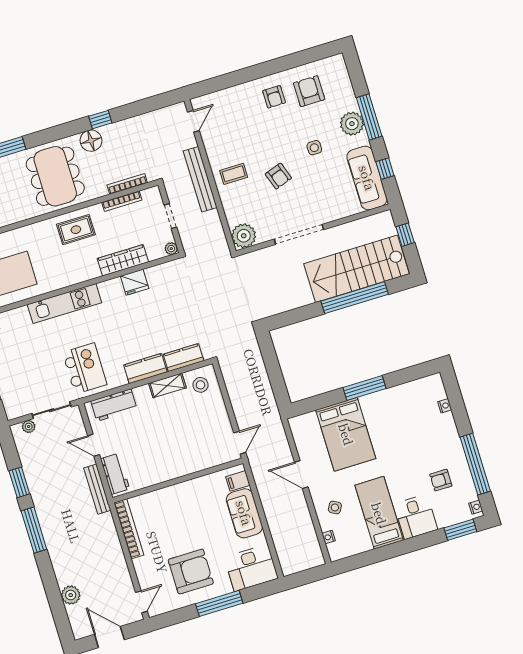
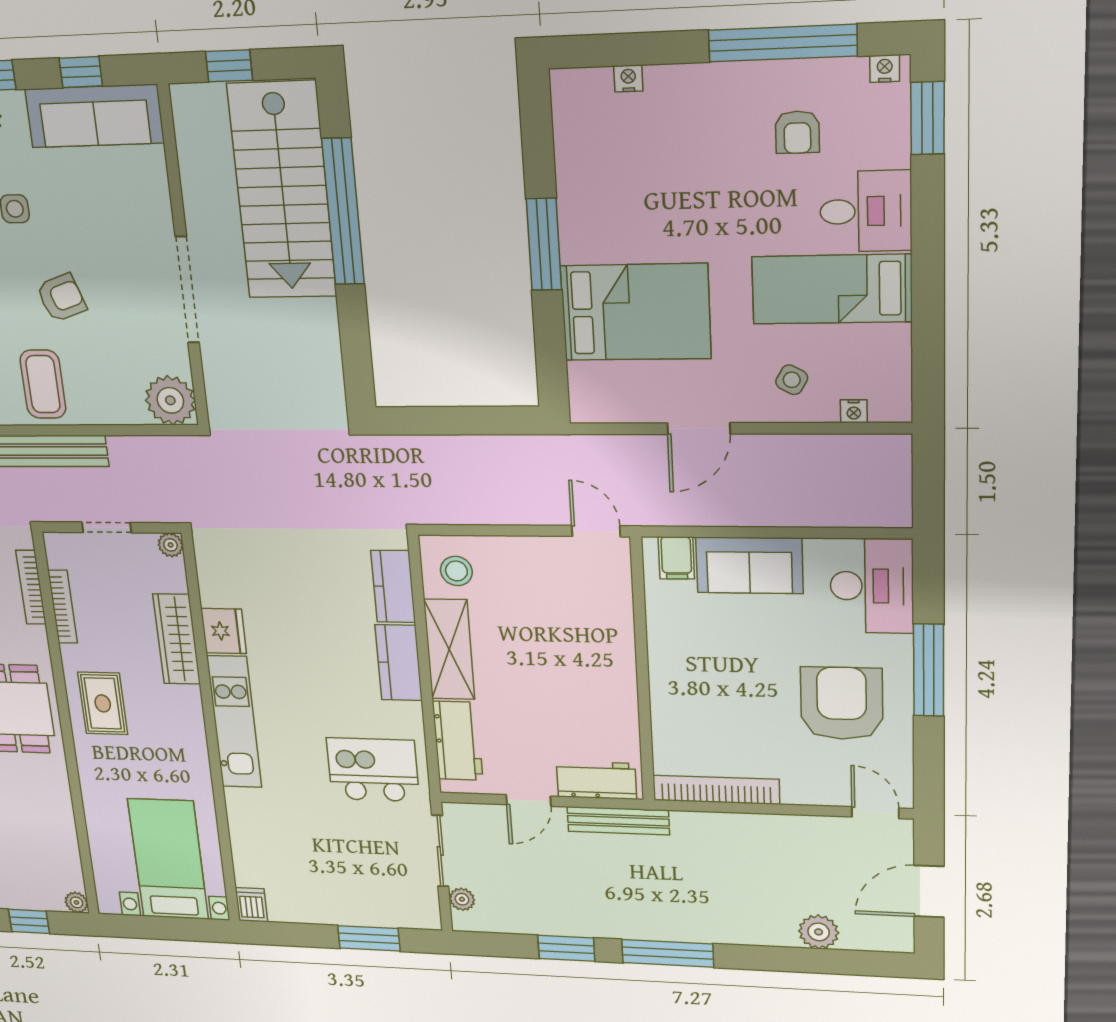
coffee table: (234, 174) -> (43, 384), width x1.36, depth x1.30
kitchen unit: (64, 304) -> (234, 722), moved
shelving: (167, 385) -> (449, 649), width x1.50, depth x1.33

